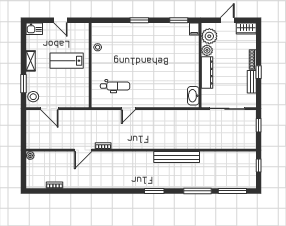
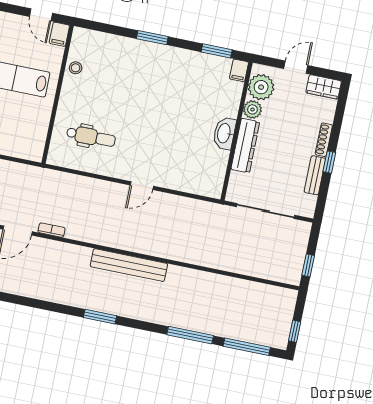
door: (61, 20) -> (41, 15), moved
filing cabinet: (84, 29) -> (59, 34), added
washbasin: (193, 96) -> (224, 133), moved
door: (128, 109) -> (142, 186), moved
window: (259, 125) -> (308, 265), moved
bench: (177, 157) -> (129, 265), moved
window: (259, 166) -> (295, 331), moved
window: (154, 191) -> (100, 317), moved

